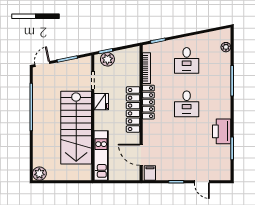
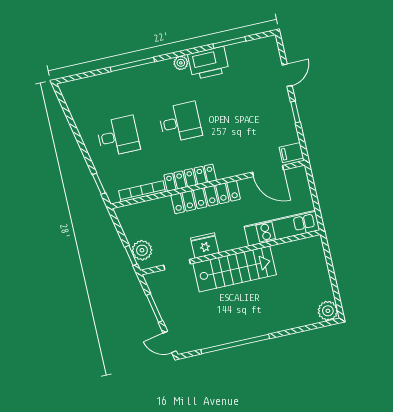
plant: (226, 47) -> (181, 63), moved
stairs: (76, 128) -> (235, 269), width x0.73, depth x0.66
door: (141, 155) -> (268, 171), hinge flipped

